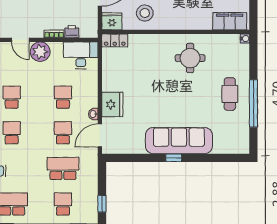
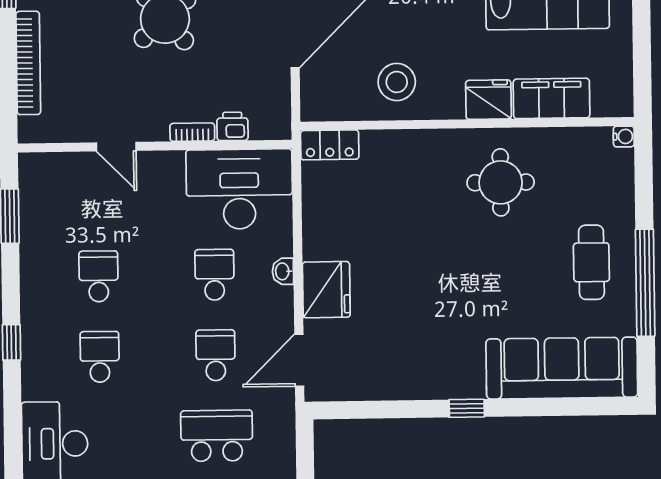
fridge: (112, 21) -> (488, 100), moved
filing cabinet: (230, 21) -> (551, 98), moved
plant: (40, 52) -> (161, 173), removed
desk: (81, 55) -> (239, 189), width x1.36, depth x1.30
washbasin: (93, 114) -> (283, 271), moved
sofa: (179, 141) -> (562, 368), moved

